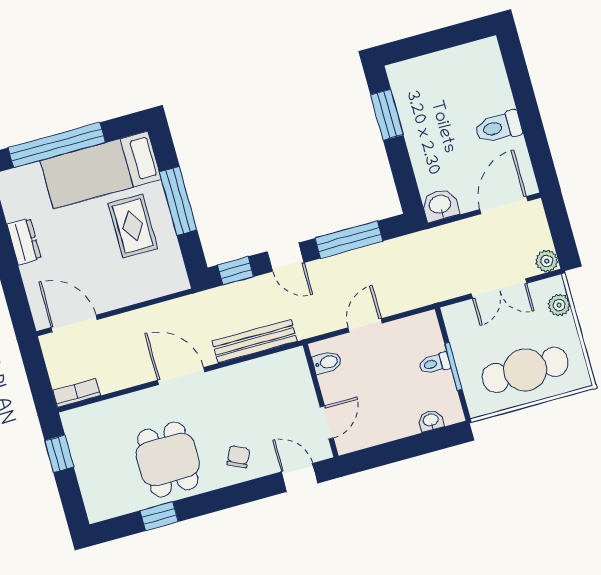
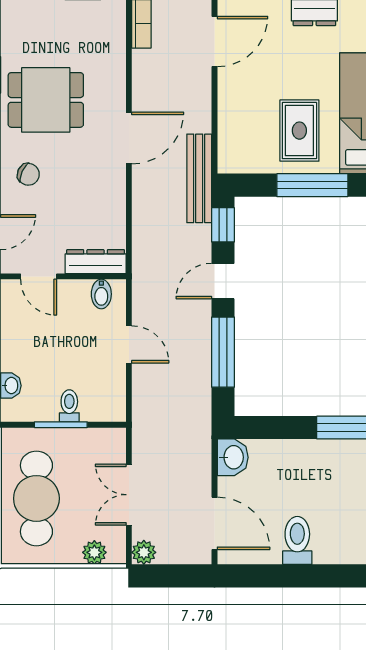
rug: (133, 226) -> (299, 131), turned 90
bench: (255, 341) -> (199, 178), moved
dresser: (300, 375) -> (96, 262), added

